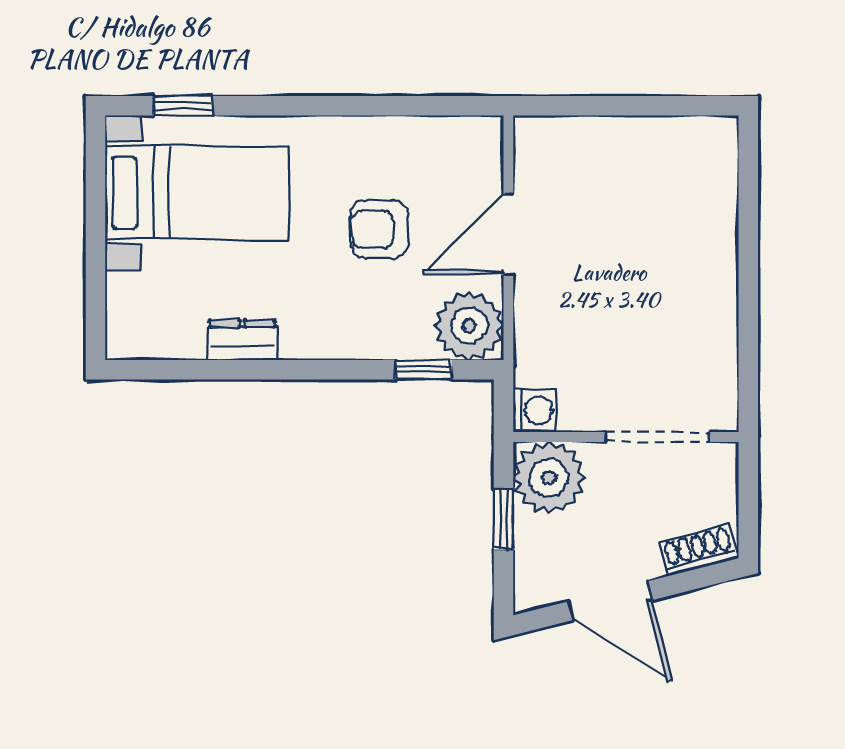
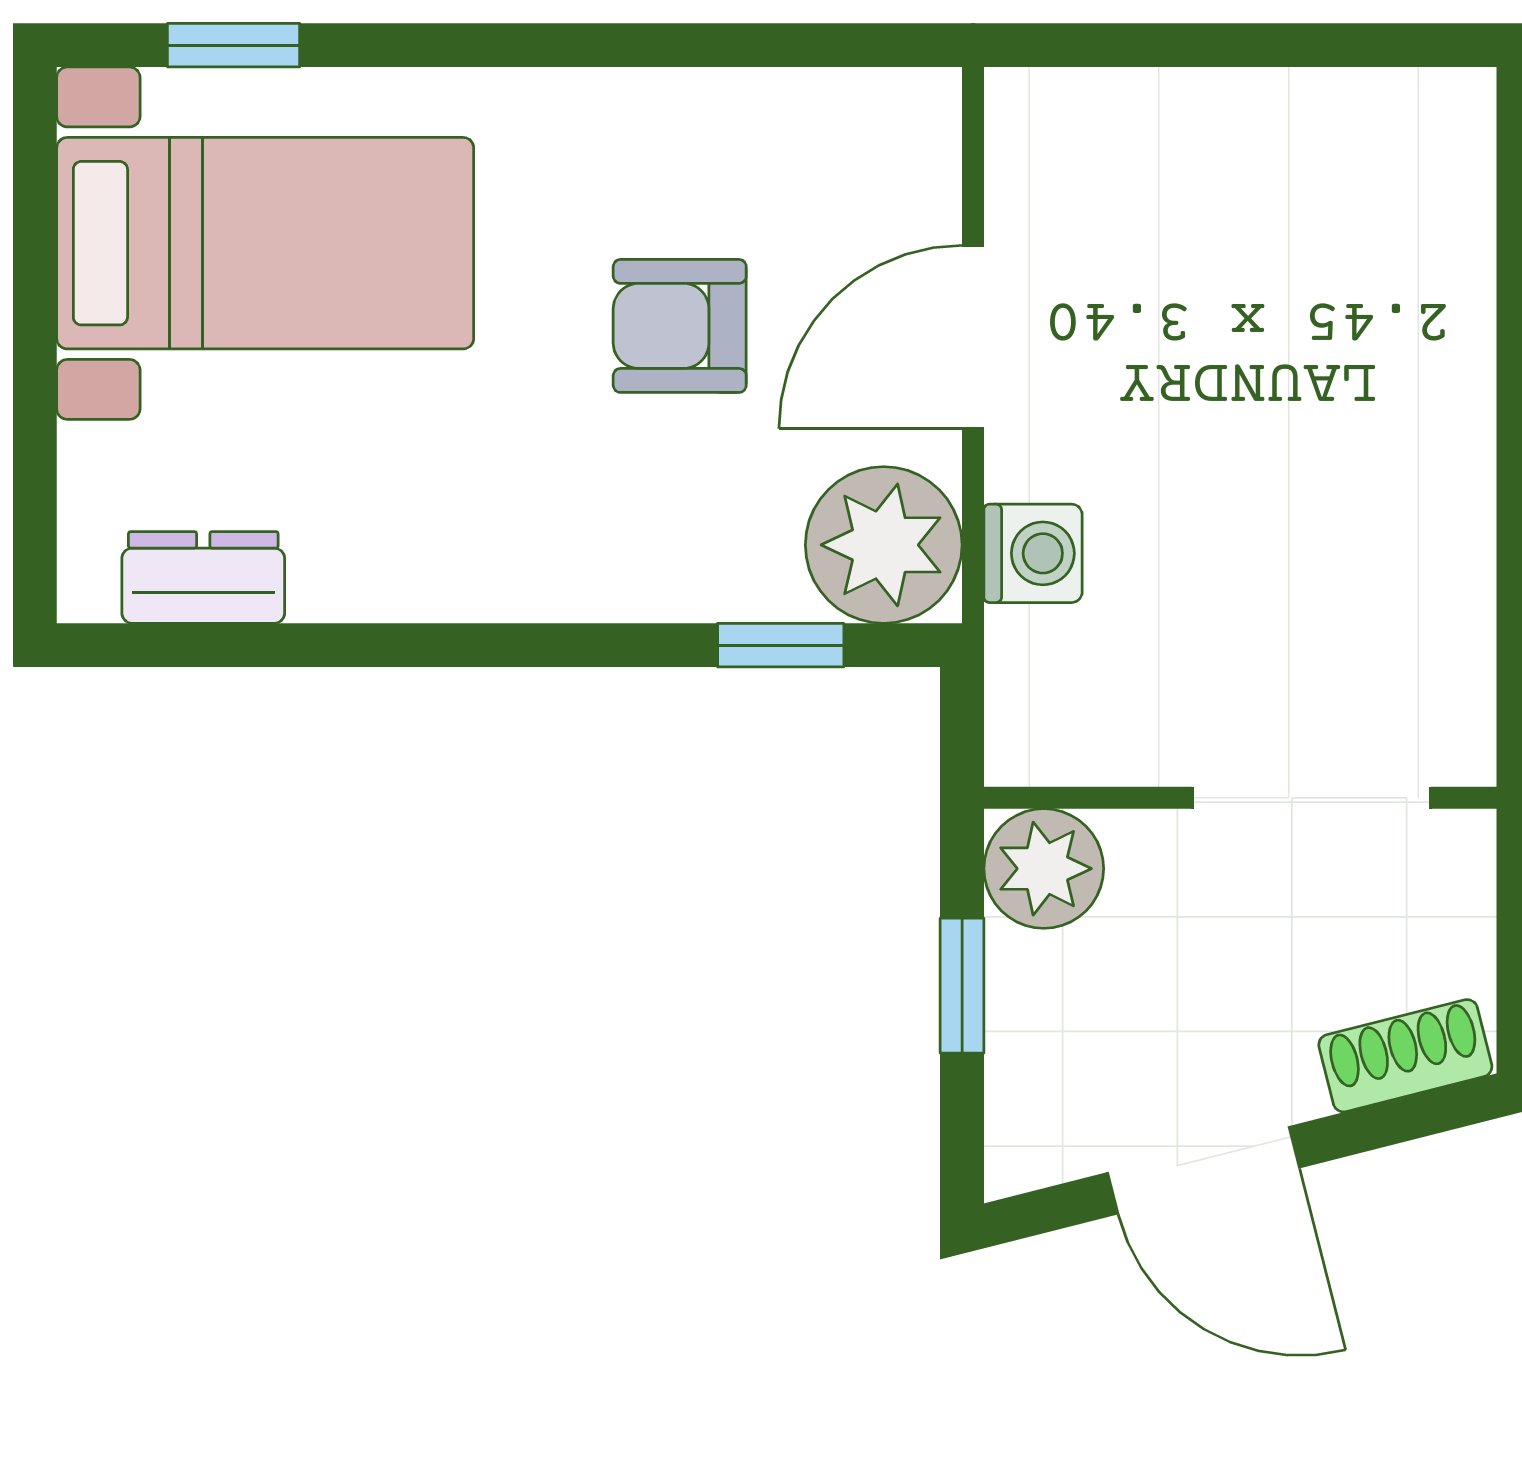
dresser: (242, 340) -> (203, 577), moved
washing machine: (535, 411) -> (1033, 553), moved
plant: (549, 478) -> (1044, 869), width x0.73, depth x0.73

